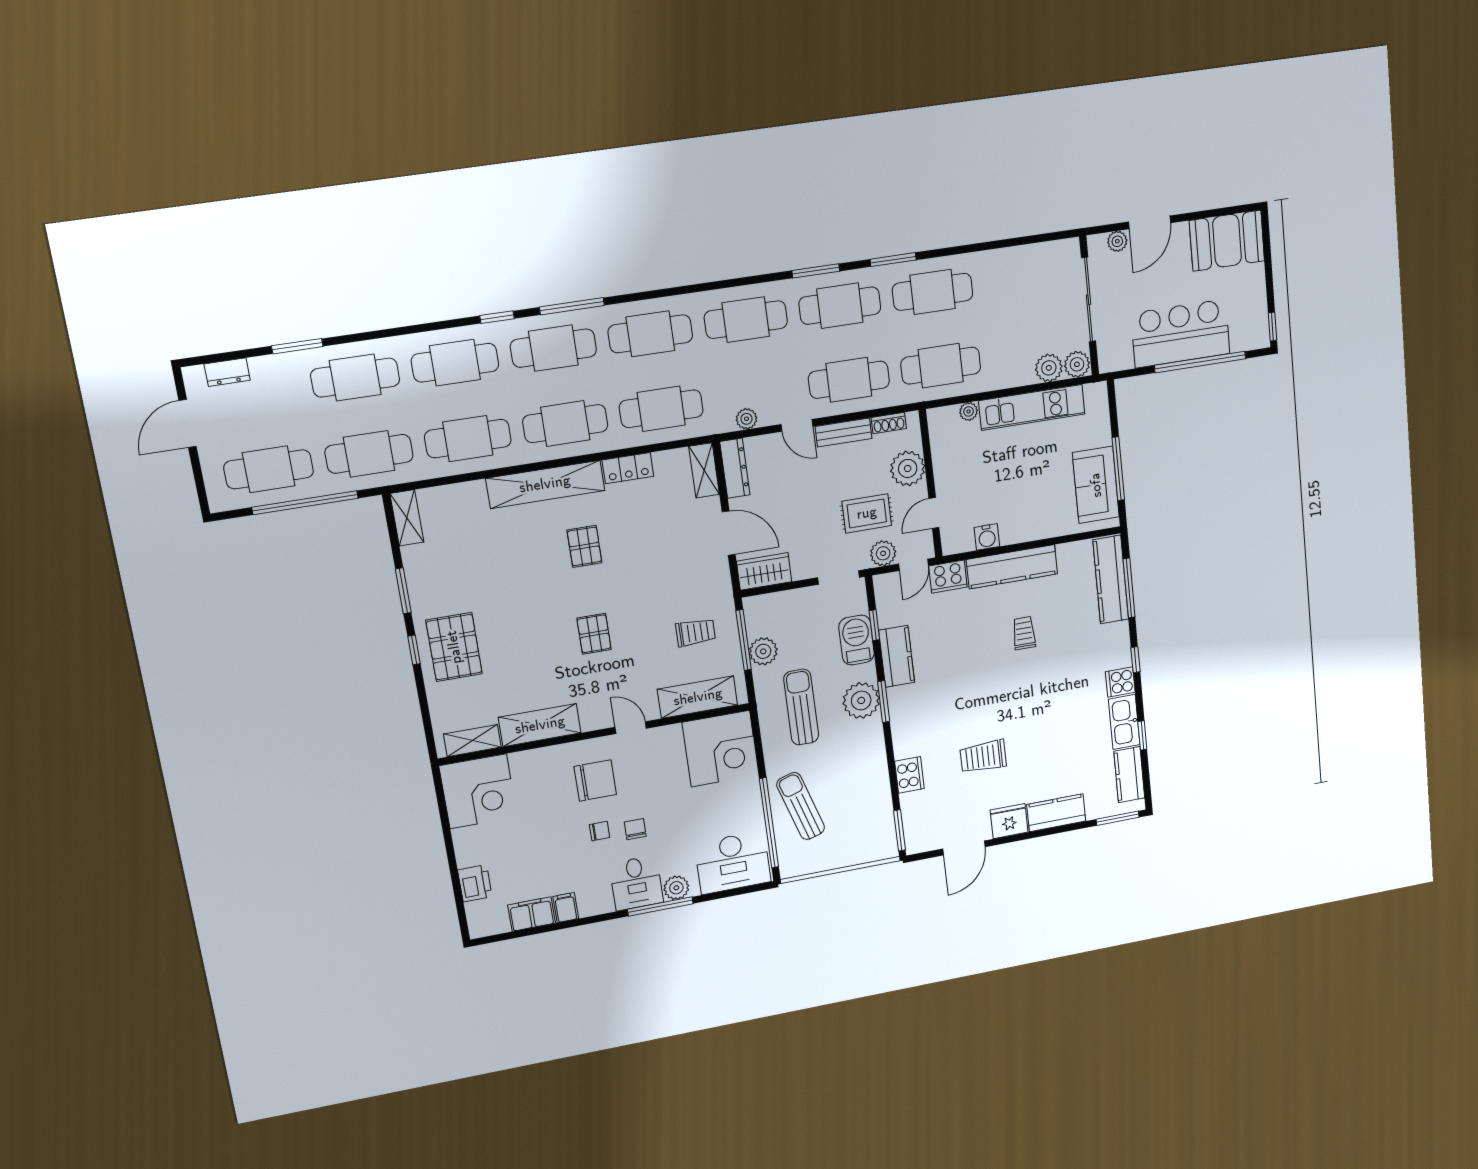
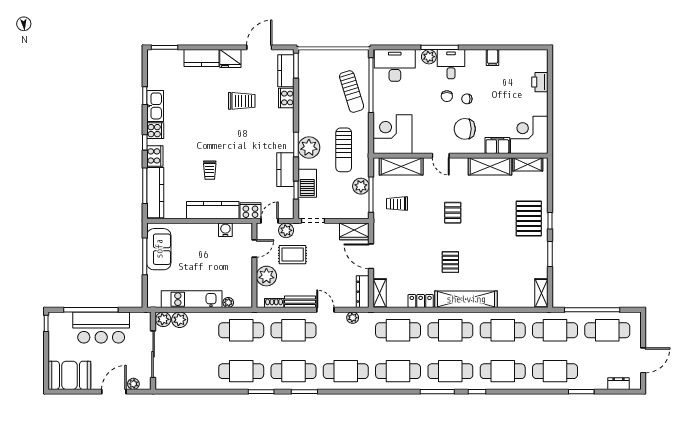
cooker: (1117, 640) -> (155, 156), added
kitchen counter: (1129, 775) -> (286, 71), moved, turned 180
filing cabinet: (532, 914) -> (497, 145), moved, turned 180

